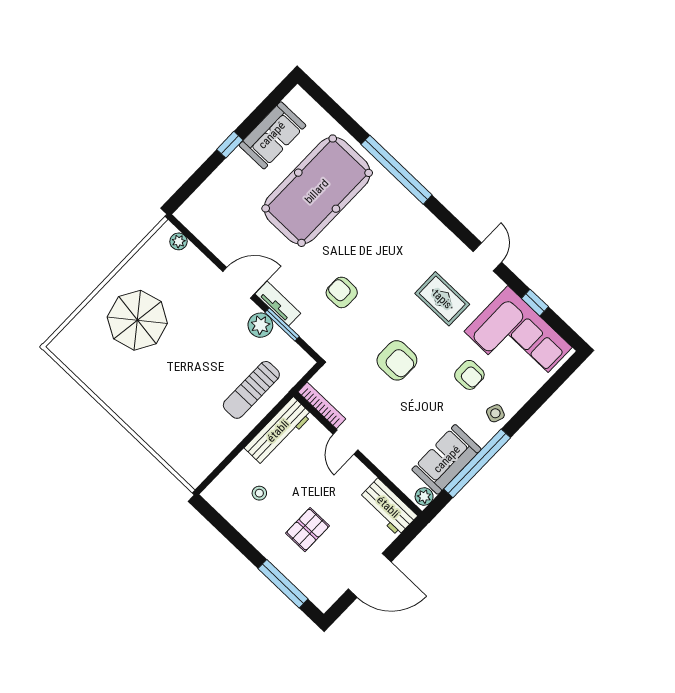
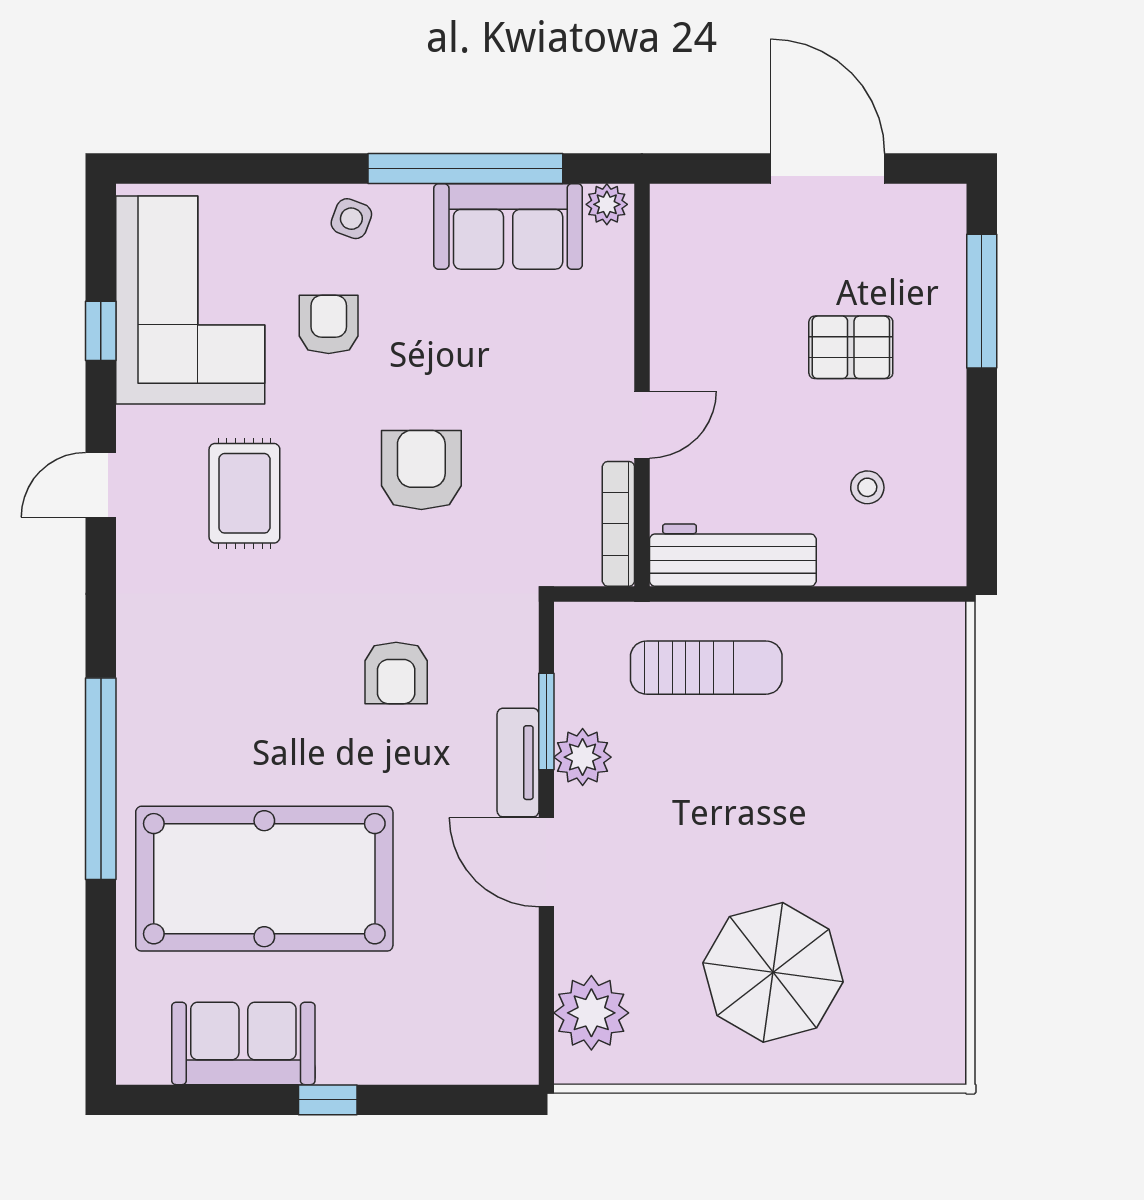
plant: (178, 241) -> (591, 1013), width x1.88, depth x1.88
workbench: (388, 507) -> (683, 248), removed

